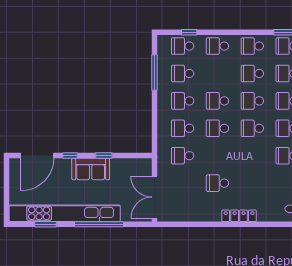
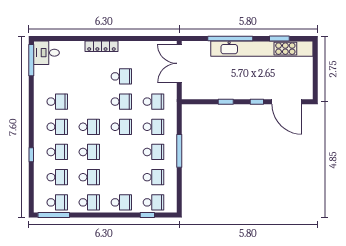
window: (154, 73) -> (179, 151), moved
school desk: (217, 101) -> (121, 102), moved
door: (37, 156) -> (287, 102), swing flipped
sofa: (91, 169) -> (238, 89), removed
double door: (154, 197) -> (179, 63), swing flipped

